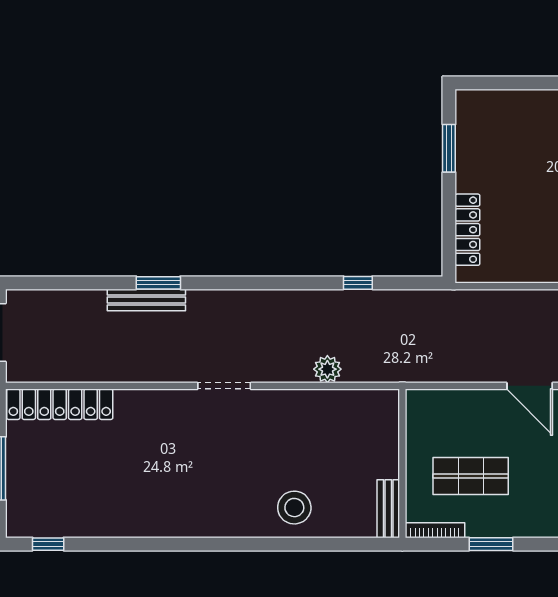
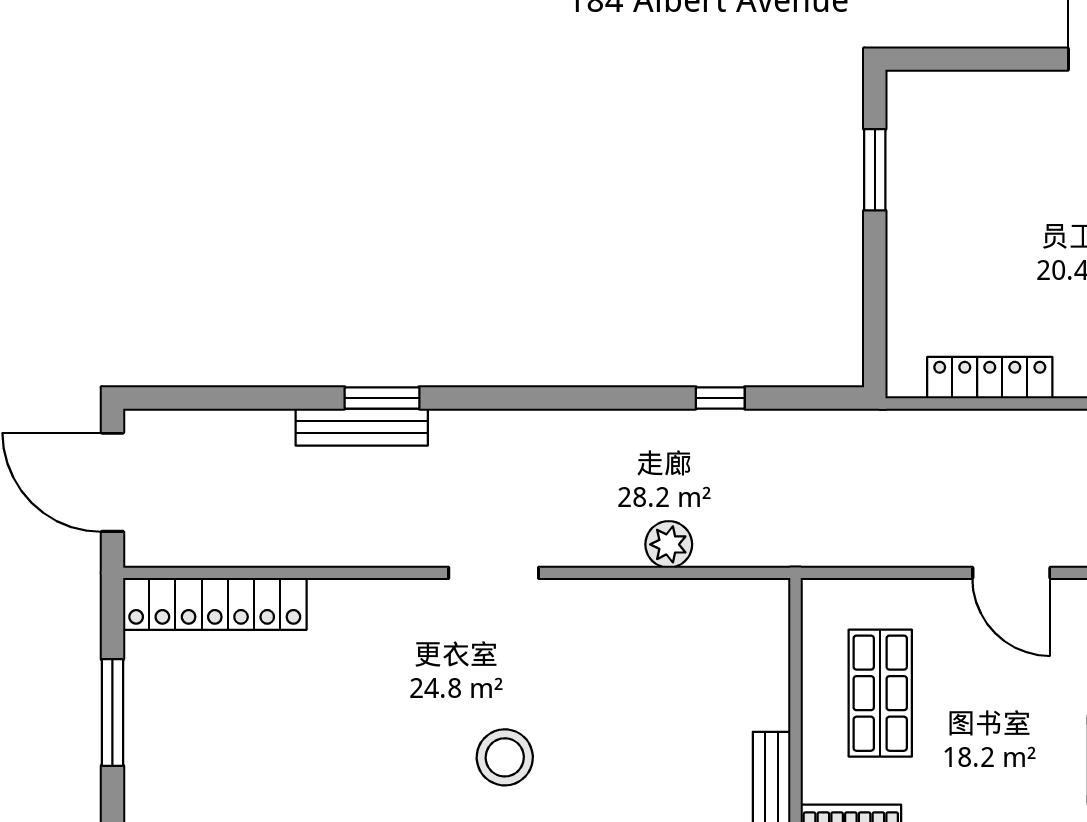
locker: (467, 230) -> (990, 378), moved, turned -90
shop shelf: (471, 476) -> (880, 693), moved, turned 90
stool: (294, 508) -> (505, 757), moved

